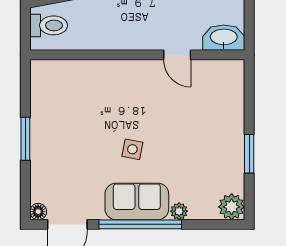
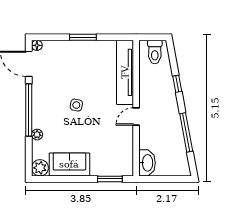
door: (177, 55) -> (136, 117), moved
tv unit: (81, 72) -> (125, 72), added
window: (249, 154) -> (110, 179), moved
sofa: (137, 201) -> (69, 164), moved, turned -90

